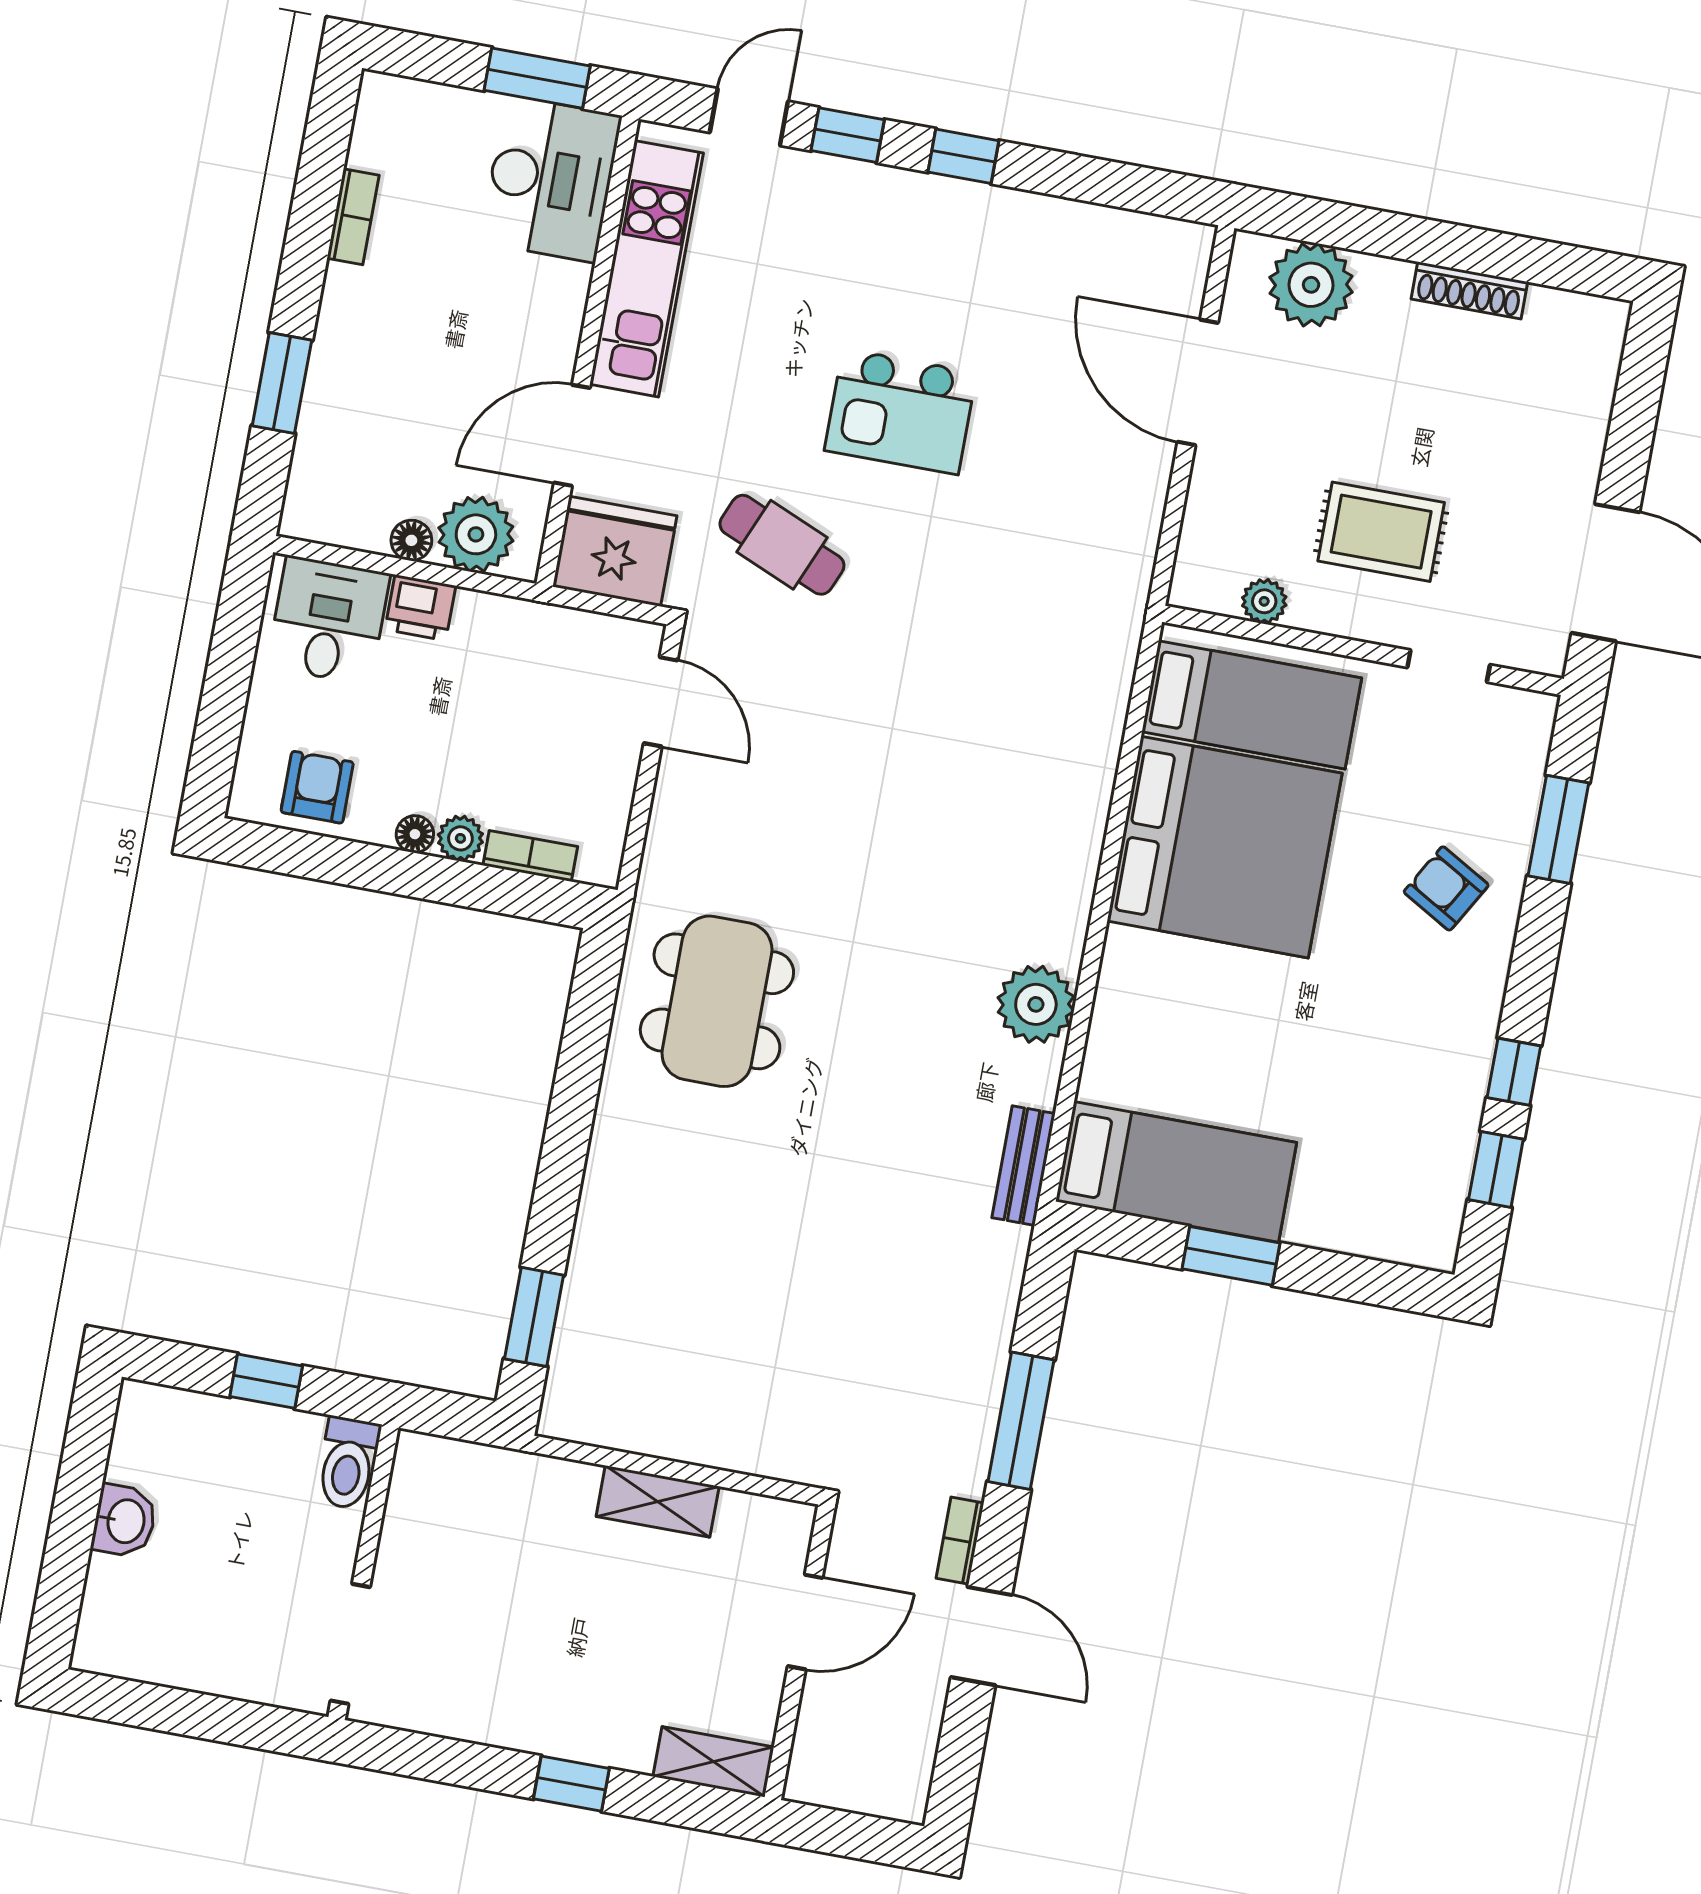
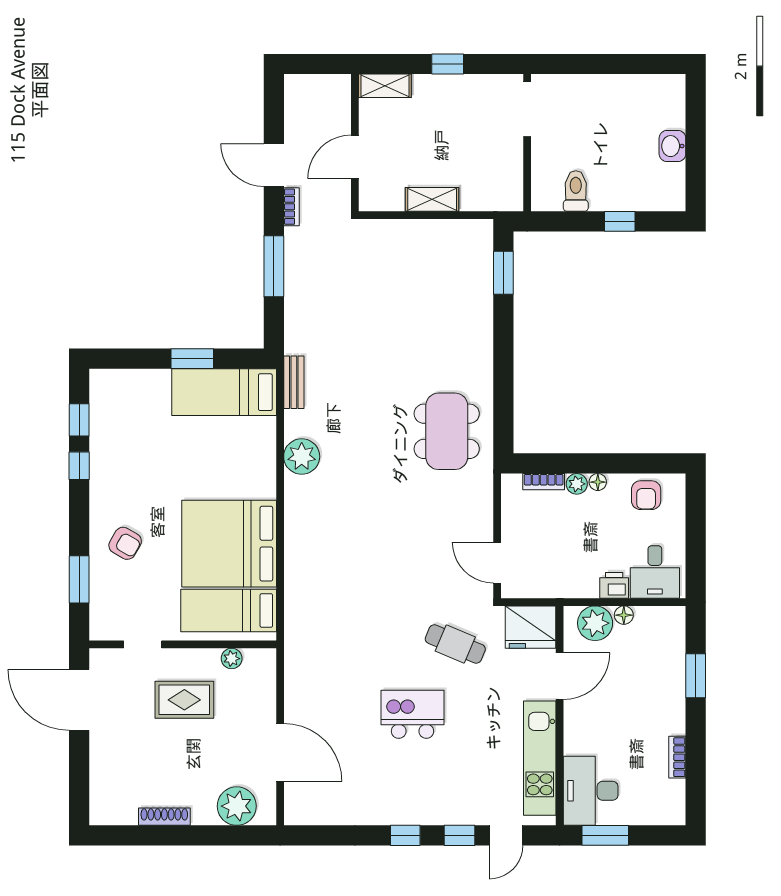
wall: (363, 1572) -> (527, 143), moved
doorway: (350, 1644) -> (527, 109), moved

